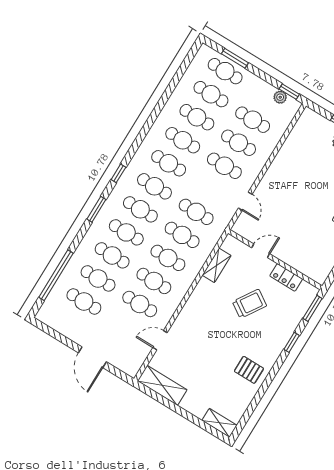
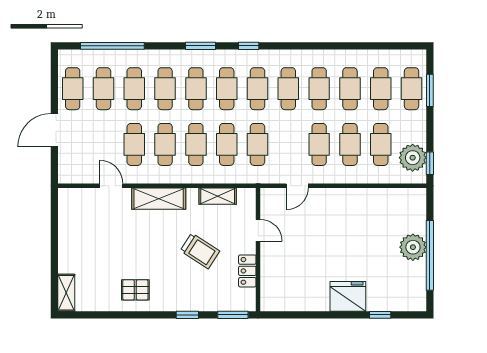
plant: (280, 97) -> (413, 158), width x1.87, depth x1.87
cafe table: (70, 325) -> (73, 89), added
pallet: (249, 370) -> (135, 290), turned 90
shelving: (162, 385) -> (159, 199), moved, turned 90

